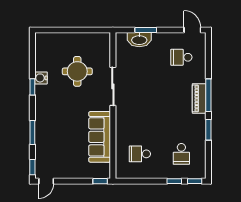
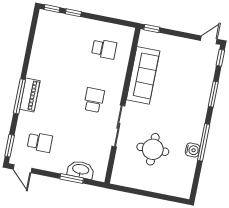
window: (32, 87) -> (204, 142), width x2.17
window: (208, 130) -> (10, 146), moved
school desk: (181, 154) -> (94, 100), moved

